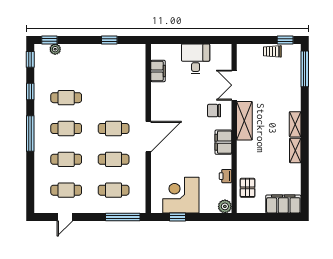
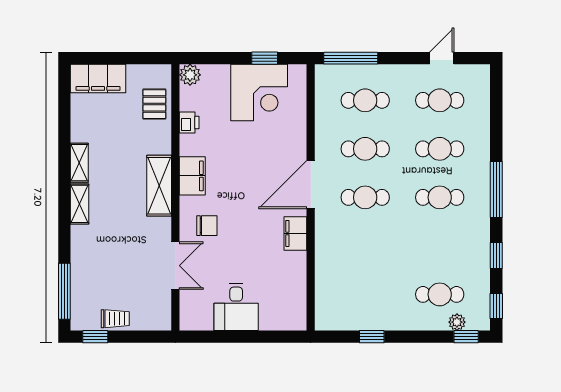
filing cabinet: (158, 71) -> (295, 233), moved
cafe table: (66, 98) -> (440, 294), moved
shelving: (244, 121) -> (159, 186), moved

